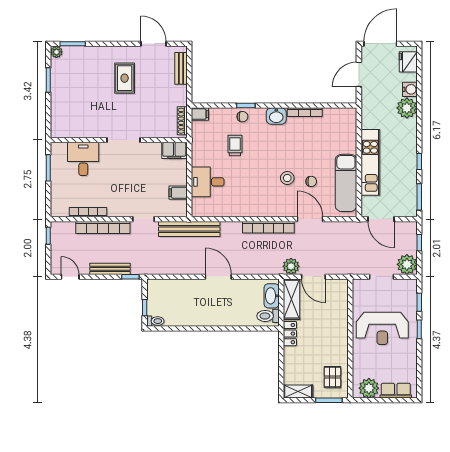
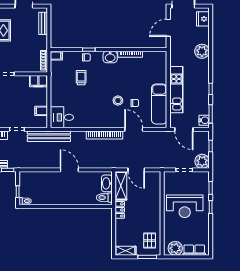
water cooler: (410, 89) -> (204, 120), moved
desk: (208, 182) -> (62, 117), moved
plant: (291, 266) -> (121, 163), removed

